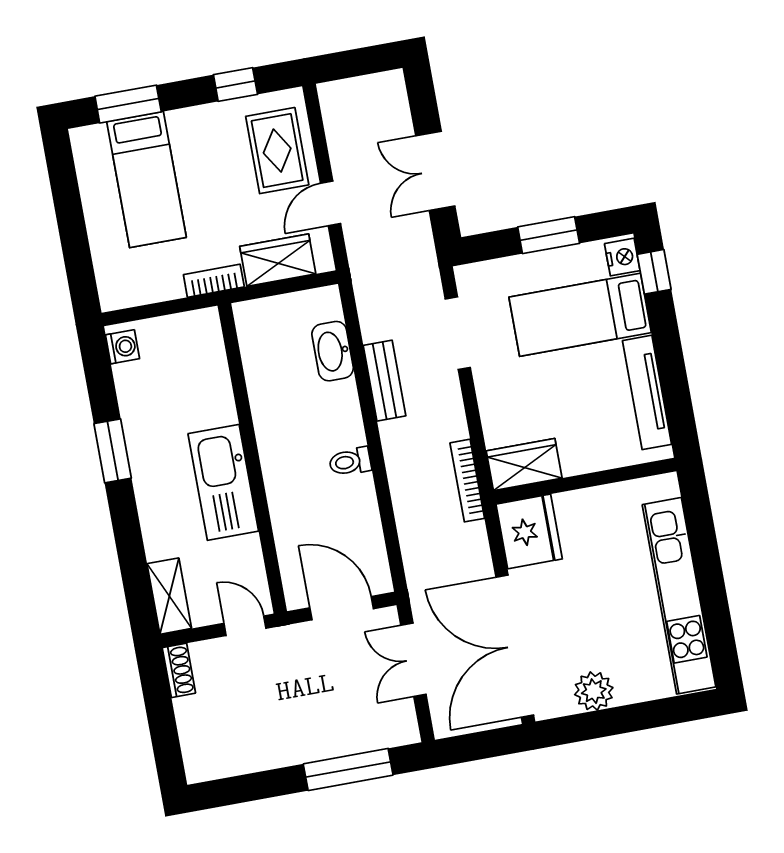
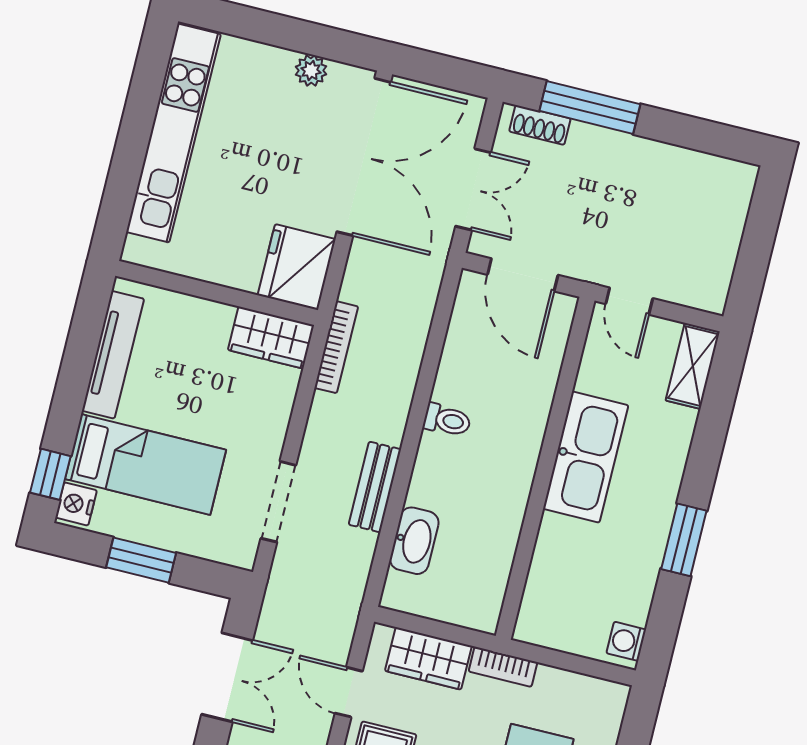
door: (330, 203) -> (349, 692), swing flipped
shoe rack: (179, 670) -> (540, 125), moved, turned -90
plant: (594, 691) -> (311, 70), width x0.73, depth x0.73

